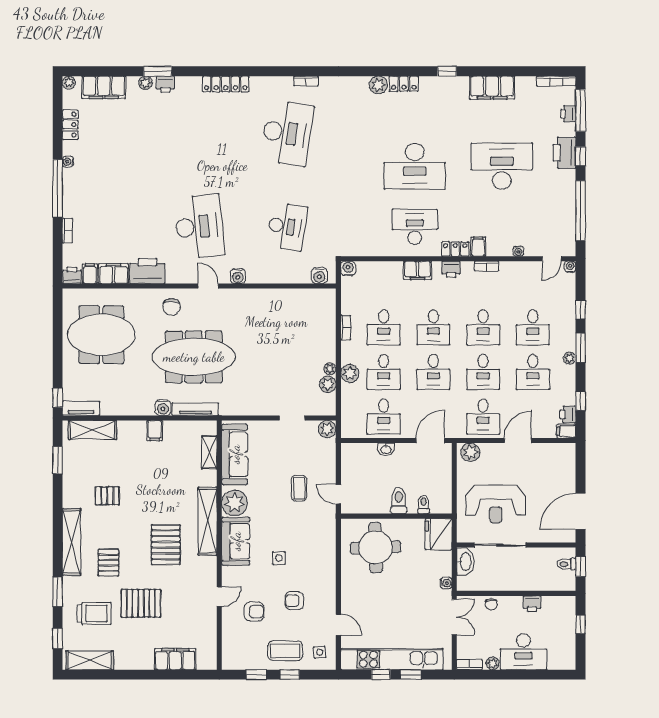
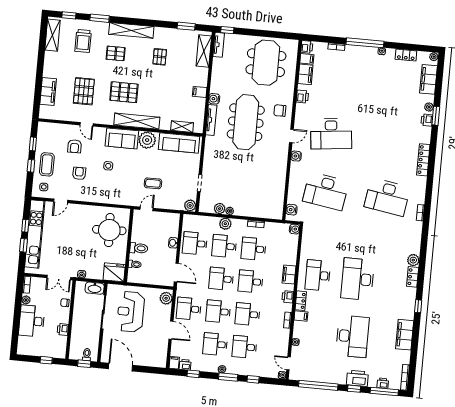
desk: (287, 227) -> (326, 191), width x1.36, depth x1.30
desk: (415, 227) -> (318, 275), turned 180
printer: (147, 271) -> (302, 97), width x0.53, depth x0.68
pallet: (141, 603) -> (84, 91), moved

